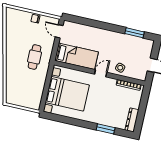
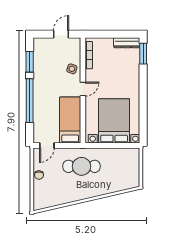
window: (101, 25) -> (30, 101), added
cafe table: (35, 57) -> (82, 166), width x1.37, depth x1.35
door: (101, 73) -> (83, 89), swing flipped
window: (106, 129) -> (143, 54), moved

